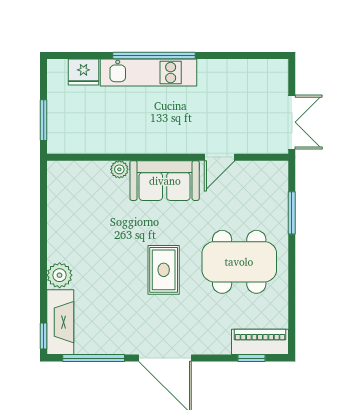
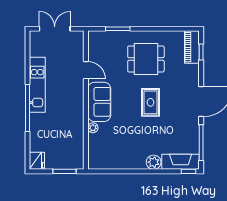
fridge: (83, 72) -> (37, 161), moved
kitchen unit: (148, 73) -> (37, 85), moved
double door: (292, 122) -> (55, 29), moved
dining table: (239, 262) -> (146, 59), width x0.73
rug: (164, 270) -> (151, 102), turned 90

